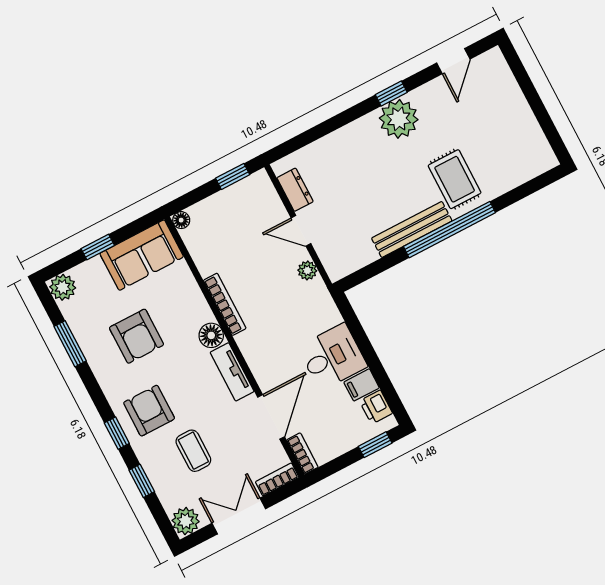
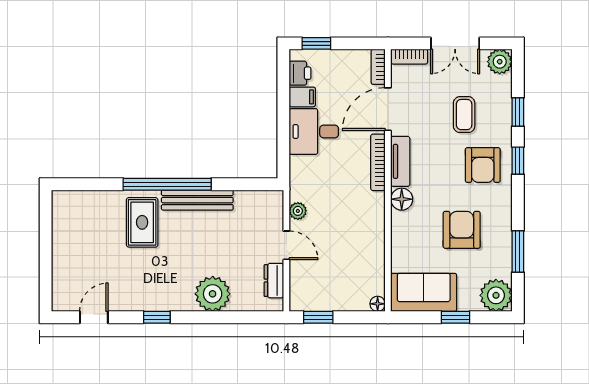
plant: (399, 119) -> (213, 294), moved
plant: (63, 287) -> (496, 295), width x1.36, depth x1.36
bookcase: (225, 304) -> (378, 162), moved

